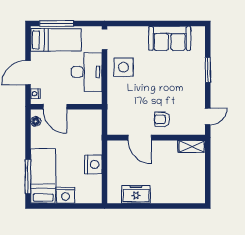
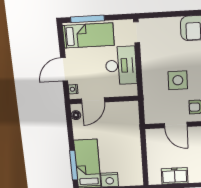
side table: (123, 67) -> (178, 80), moved
door: (55, 107) -> (93, 100), hinge flipped
nightstand: (93, 164) -> (133, 152), removed

